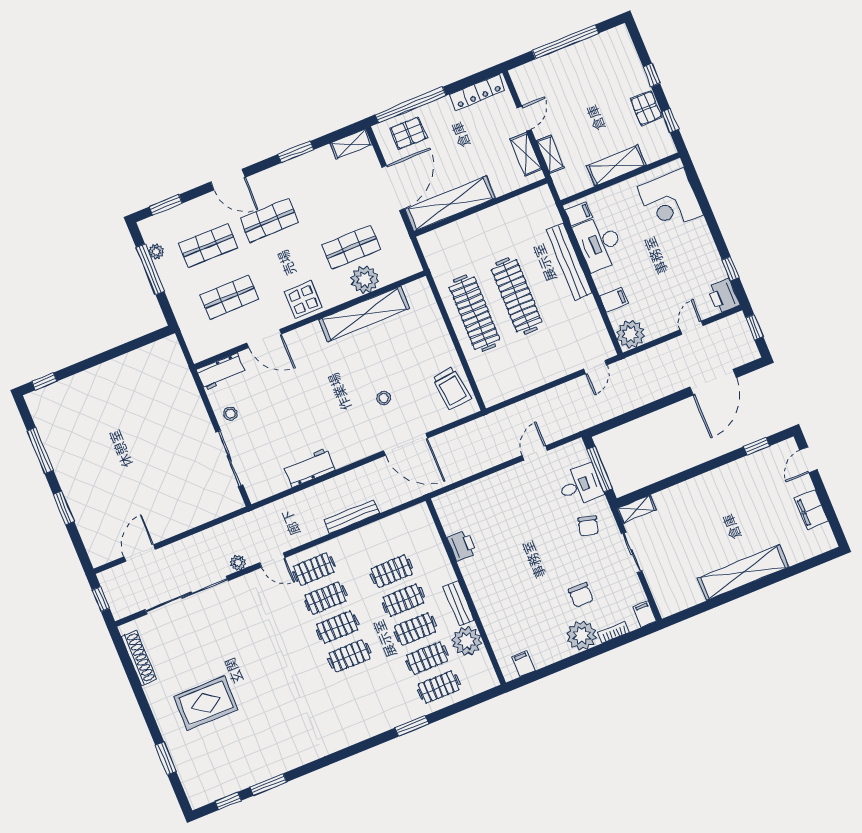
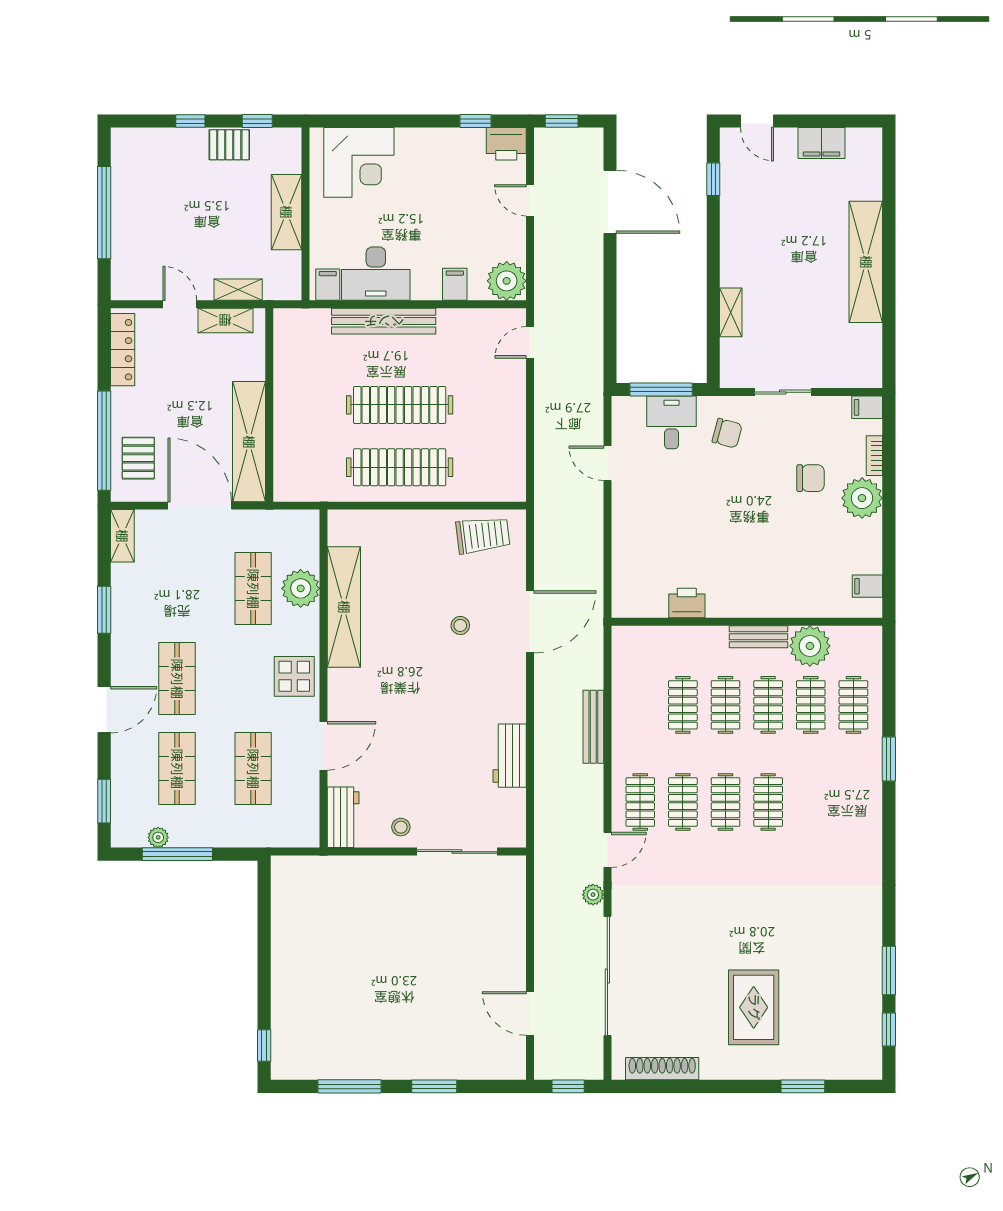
door: (595, 367) -> (530, 342), swing flipped
shelving: (636, 509) -> (731, 312), moved

